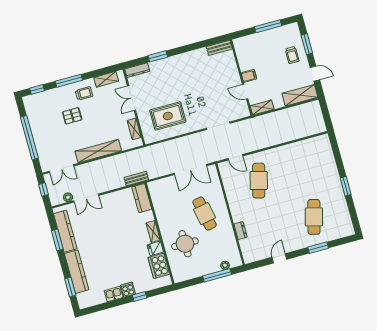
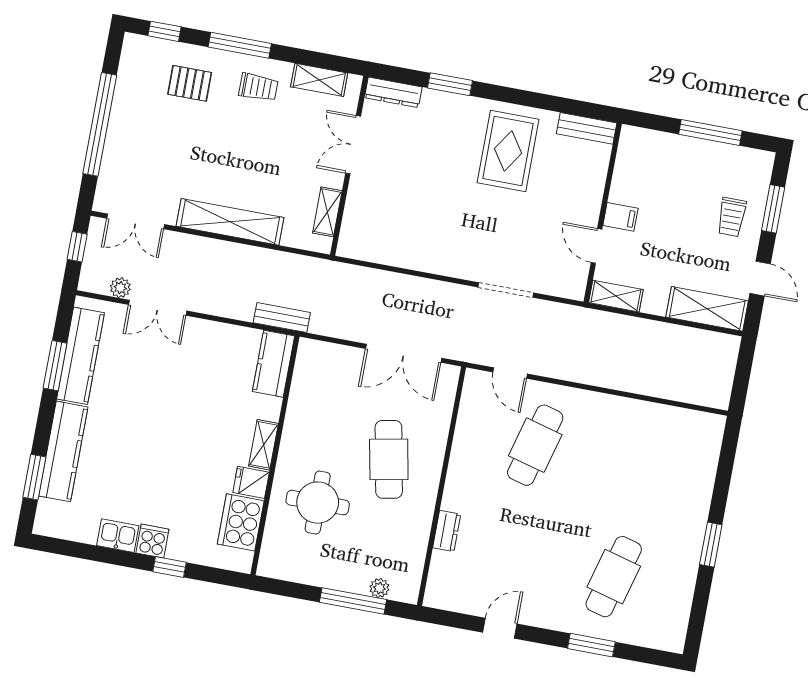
pallet: (72, 116) -> (190, 83), moved
rug: (168, 116) -> (508, 151), moved, turned 90

